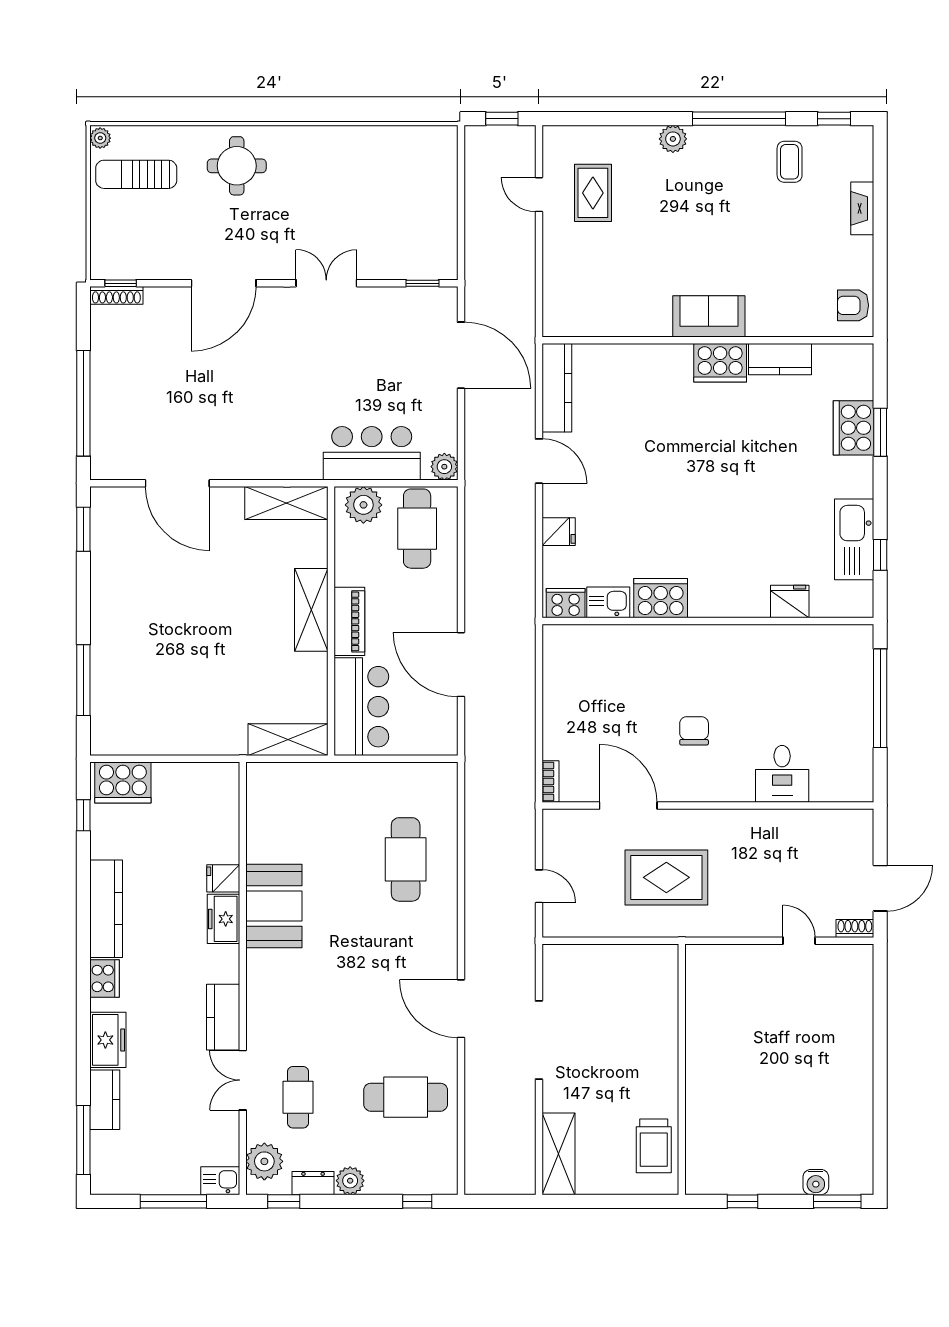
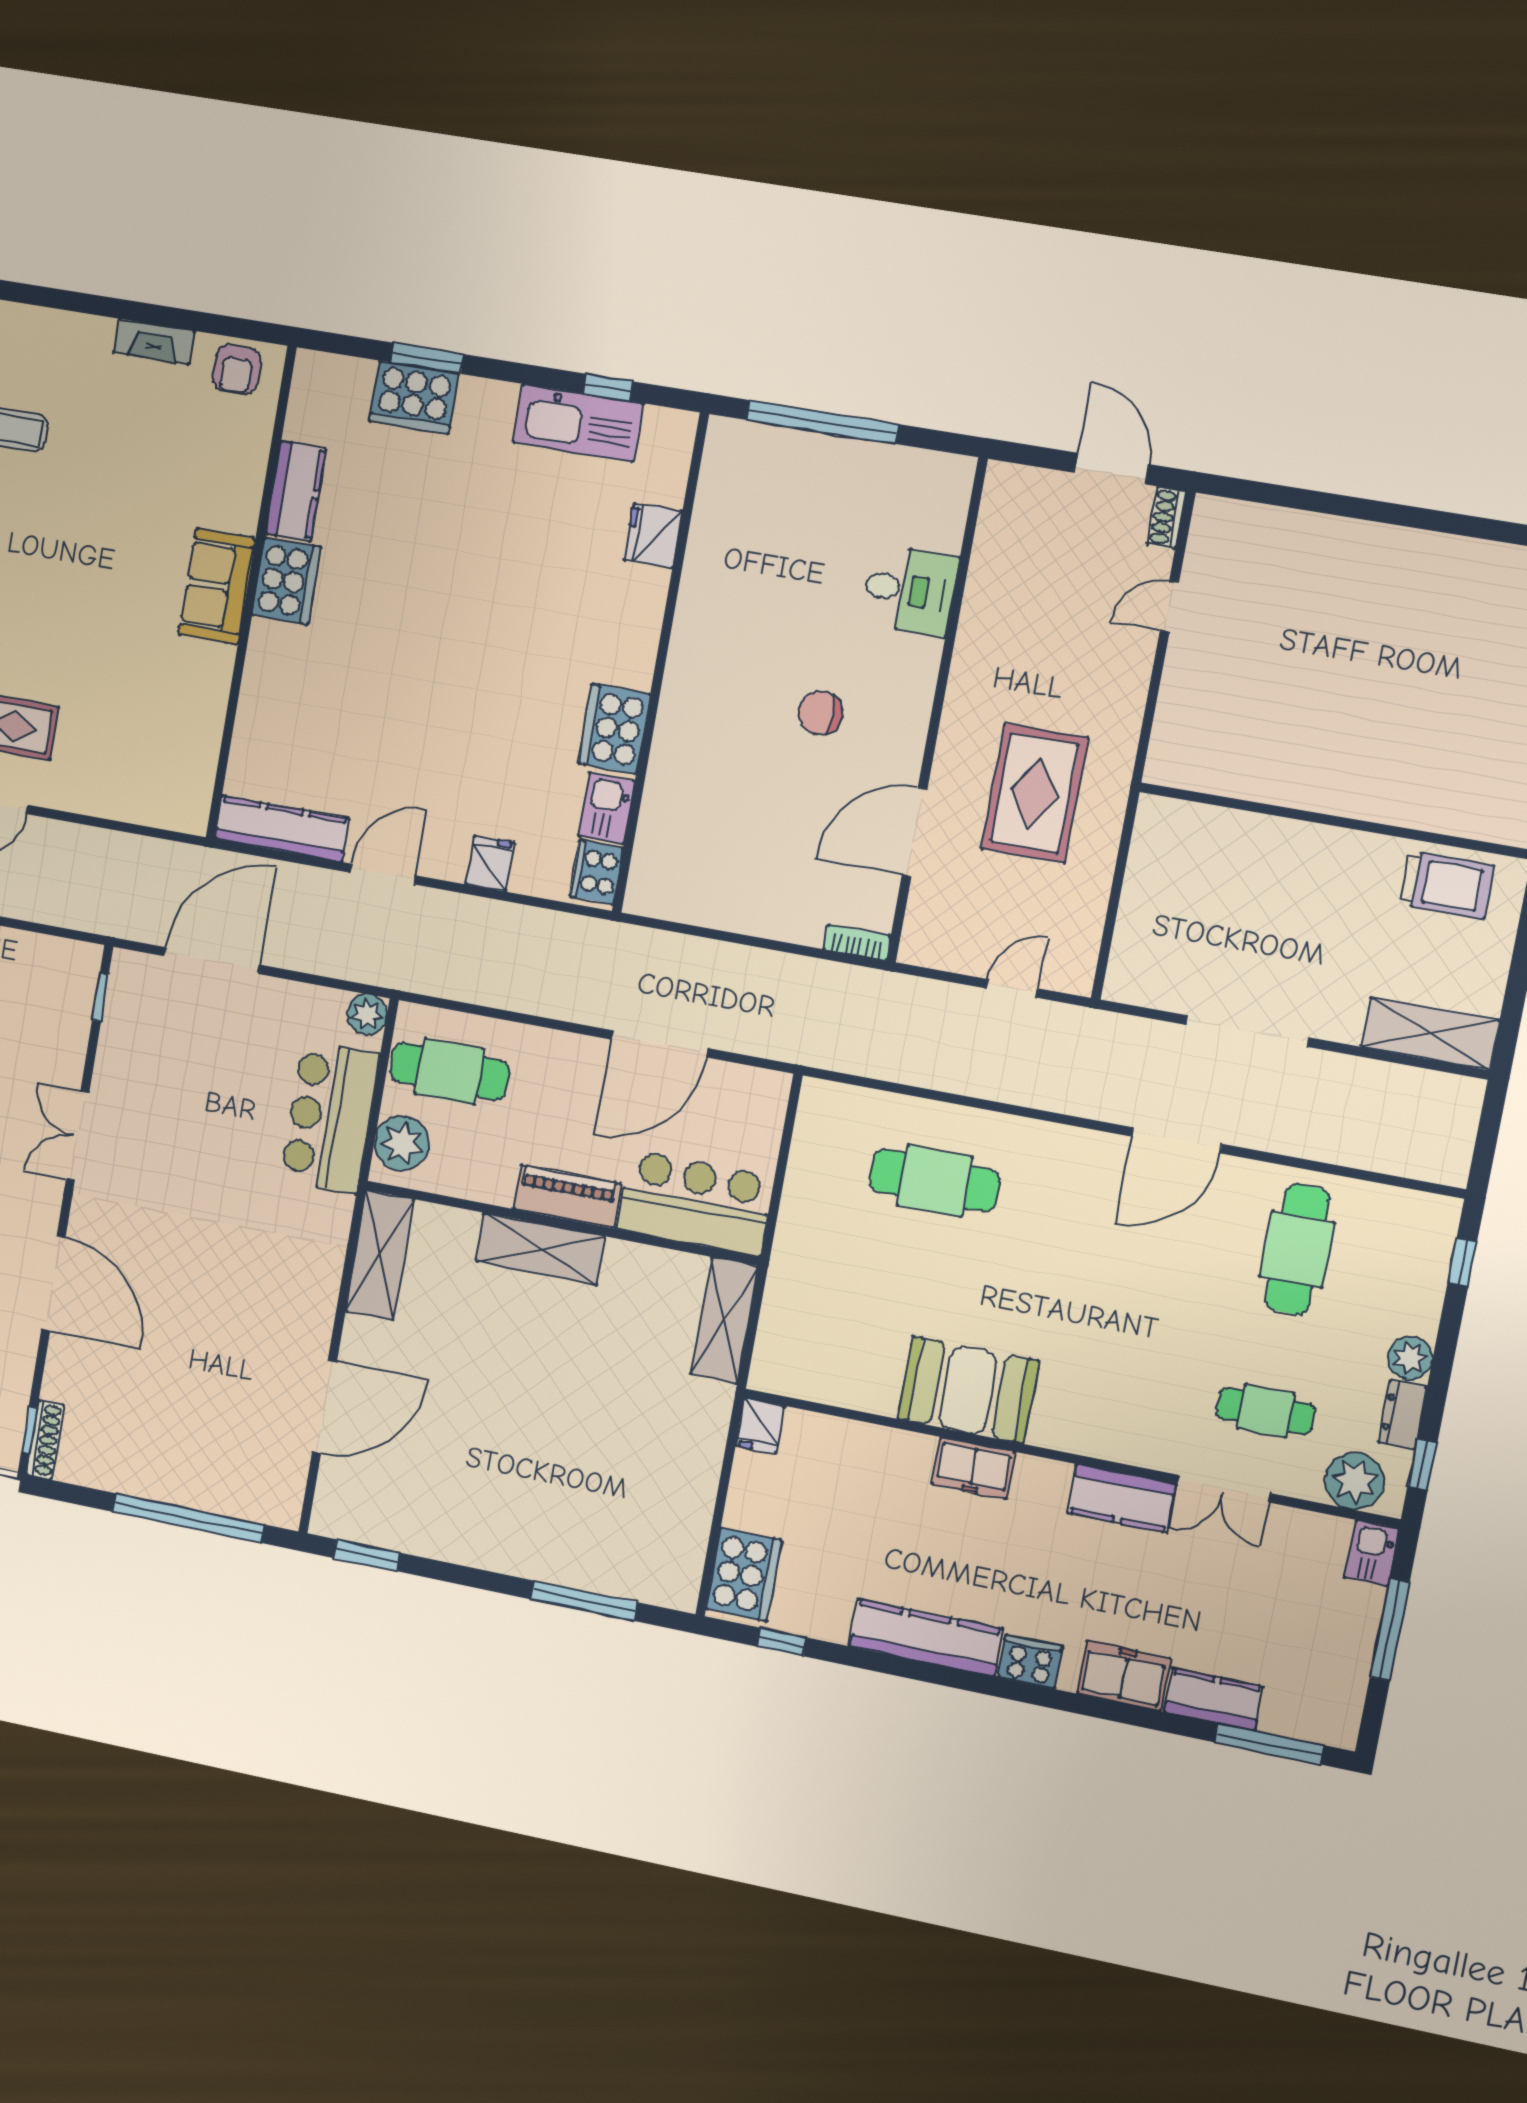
fireplace: (862, 208) -> (154, 342), moved
fridge: (223, 878) -> (760, 1426), moved

